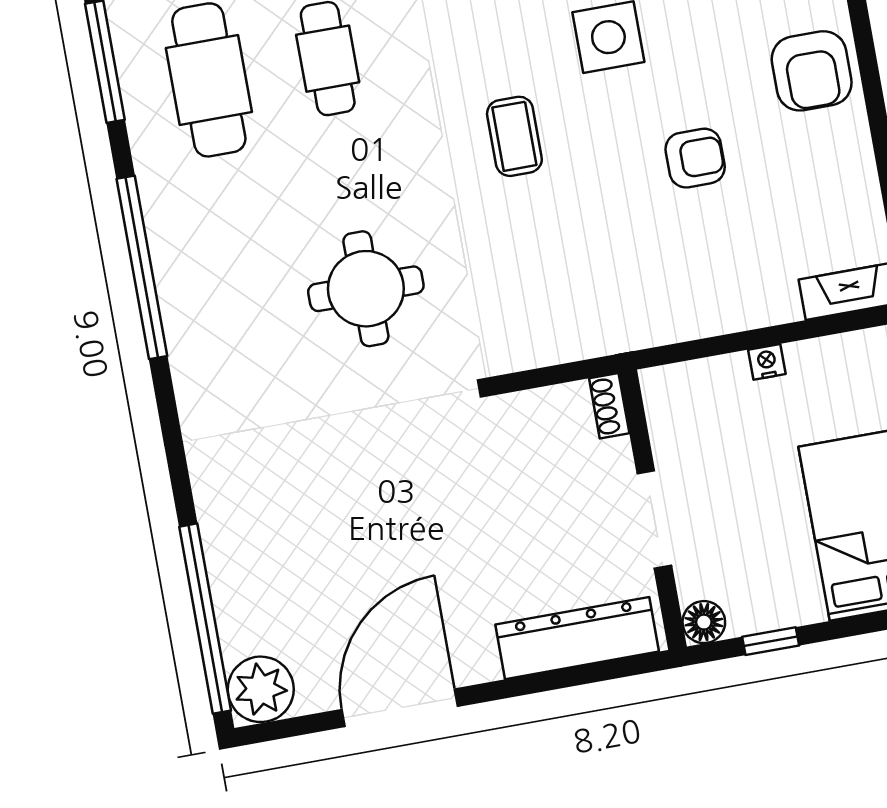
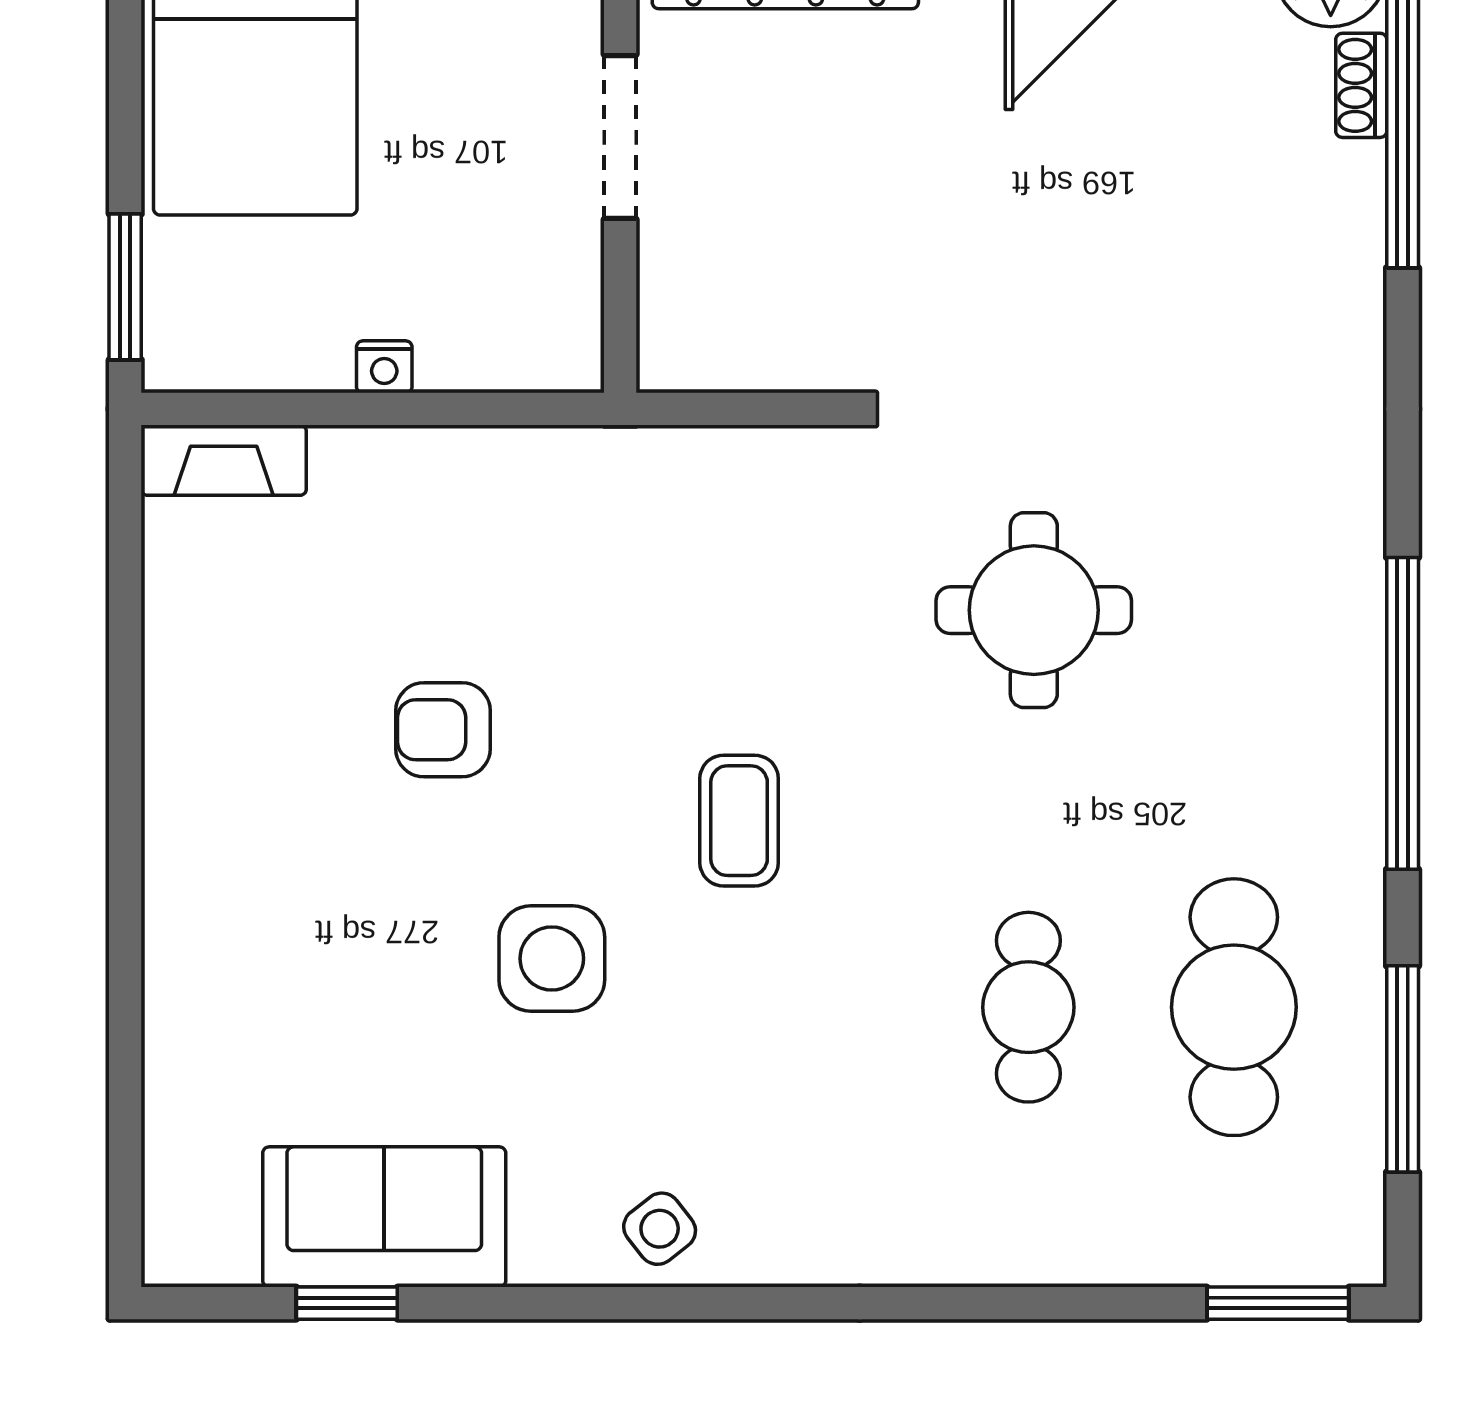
armchair: (812, 71) -> (222, 841), removed
shoe rack: (609, 406) -> (1361, 85), moved, turned 180

